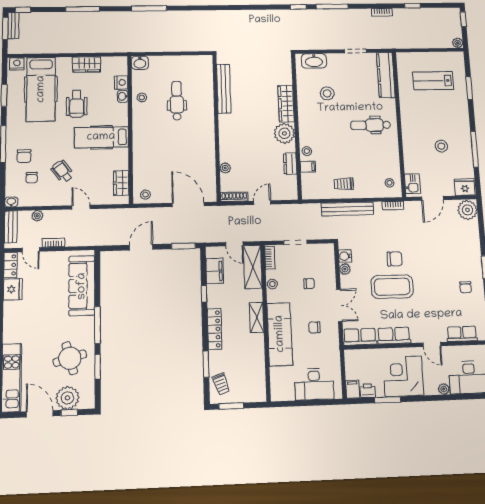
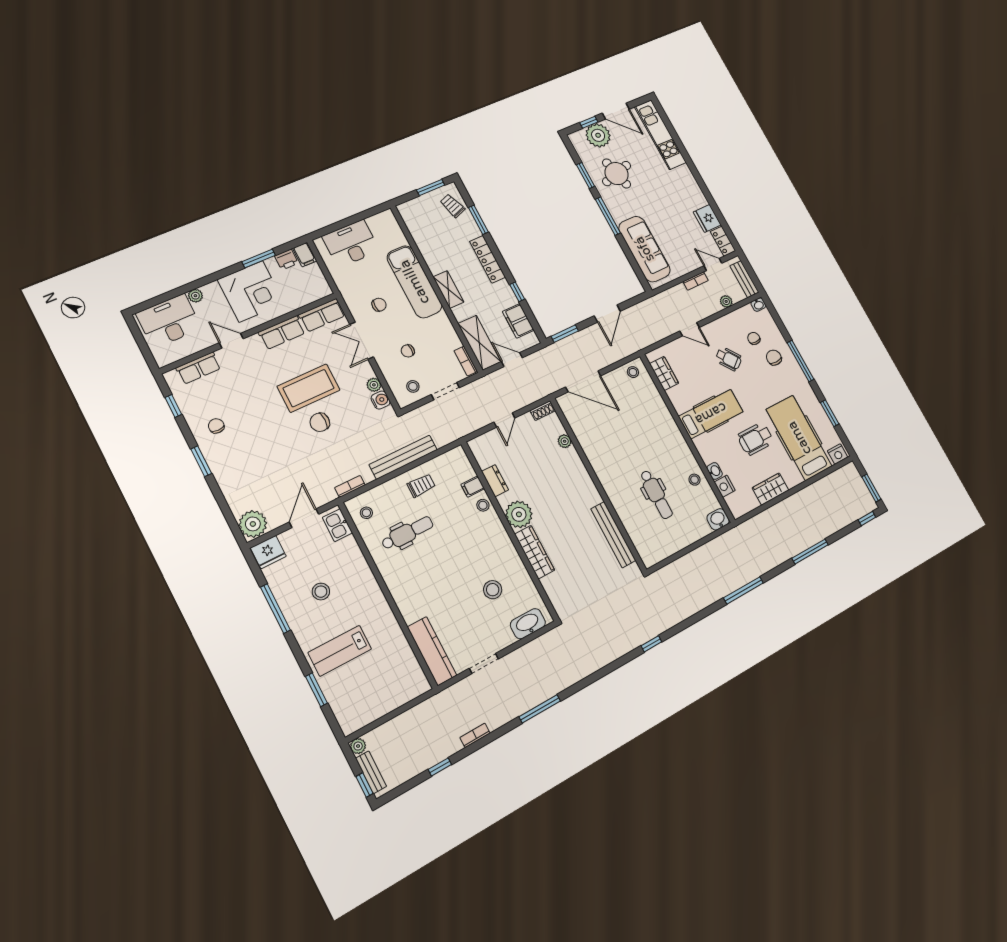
window: (298, 7) -> (651, 644), moved
bench: (13, 25) -> (371, 772), moved
lab bench: (433, 81) -> (340, 651), moved, turned 180
wheelchair: (77, 104) -> (755, 439), turned -90
dental chair: (371, 125) -> (407, 533), moved
shoe rack: (234, 197) -> (543, 411), width x0.70
stool: (272, 284) -> (413, 386), moved

